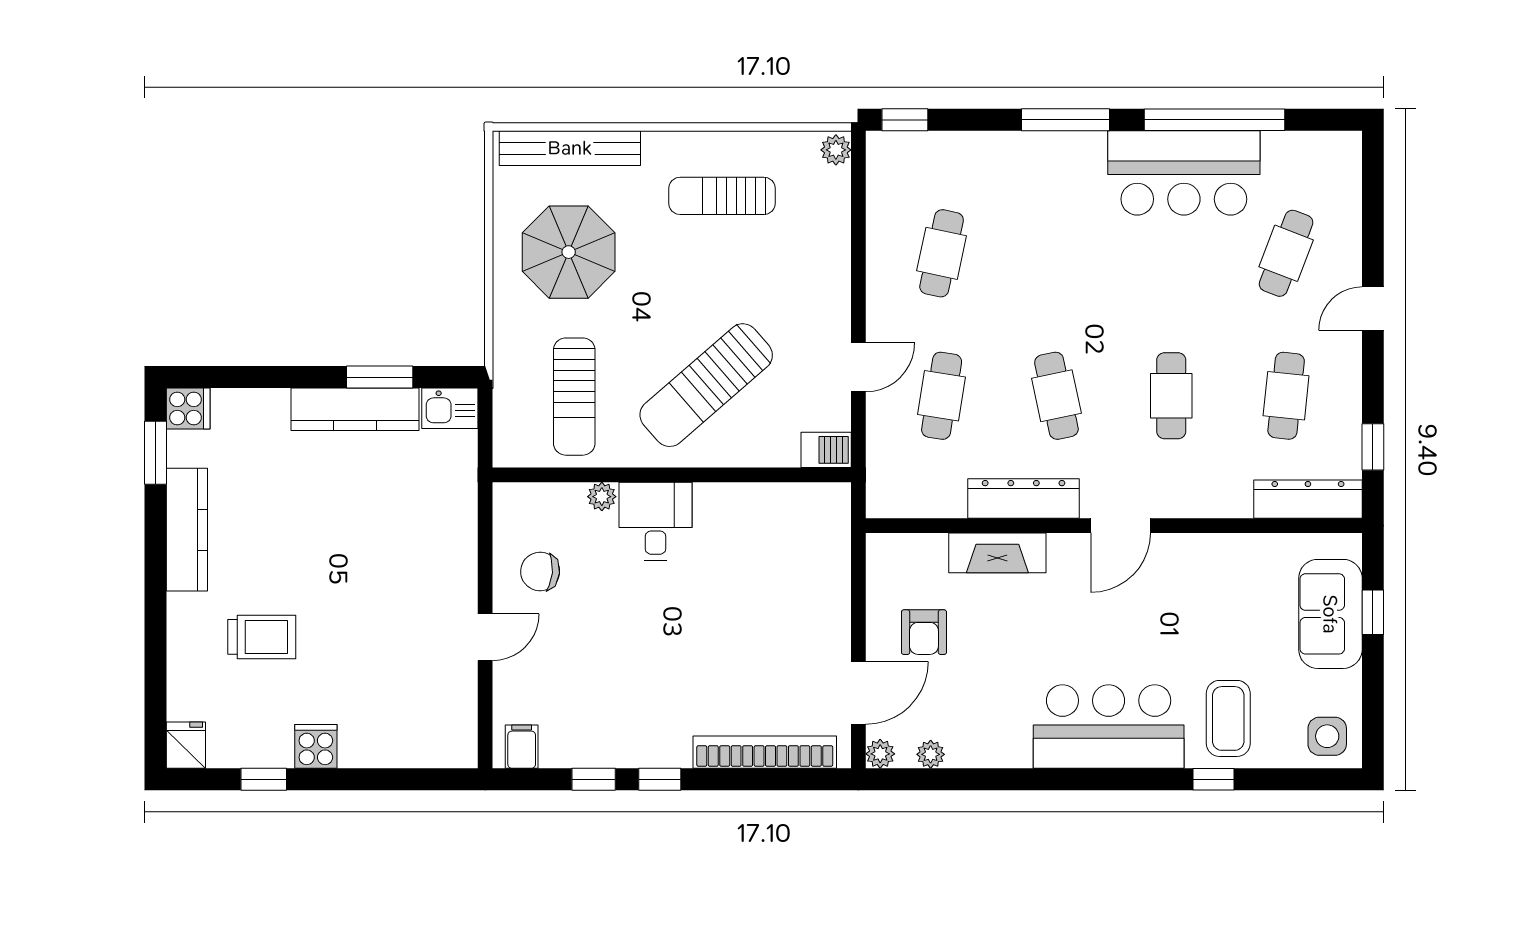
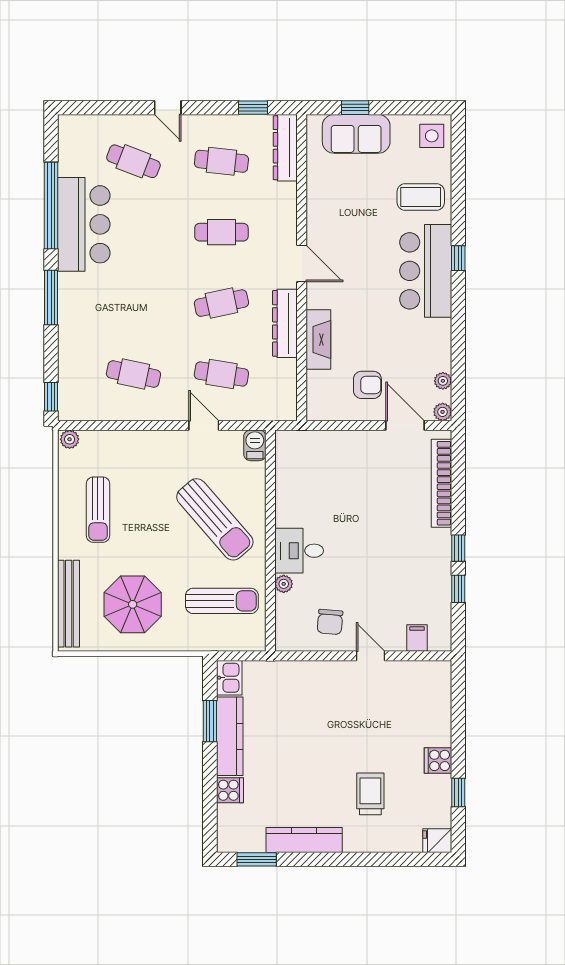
cooker: (188, 408) -> (230, 790), moved, turned 90
filing cabinet: (522, 747) -> (417, 638), moved, turned 90
window: (1214, 779) -> (458, 258), moved

